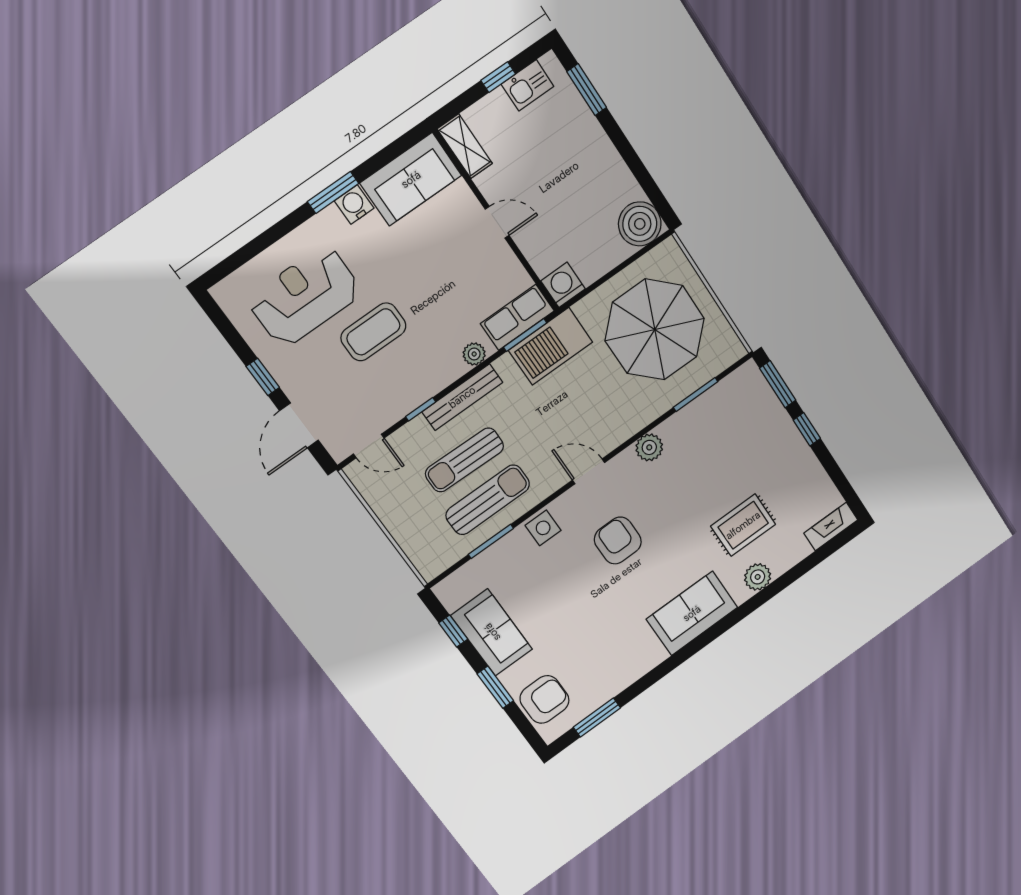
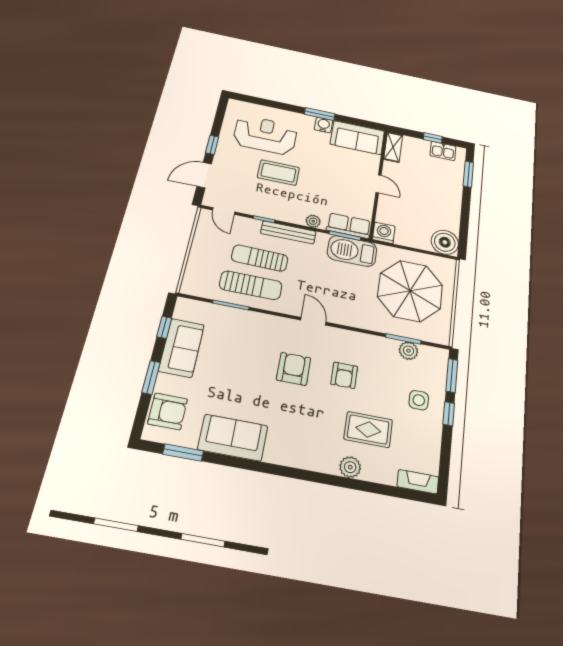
plant: (649, 447) -> (408, 351), moved
armchair: (672, 496) -> (344, 375), added
side table: (543, 528) -> (419, 400), moved
sofa: (692, 613) -> (233, 438), moved

